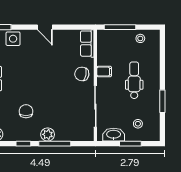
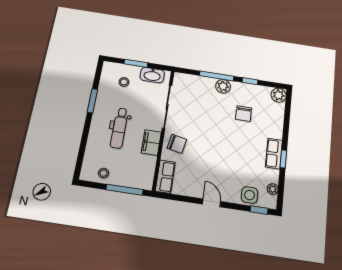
filing cabinet: (104, 72) -> (151, 143), width x2.00

